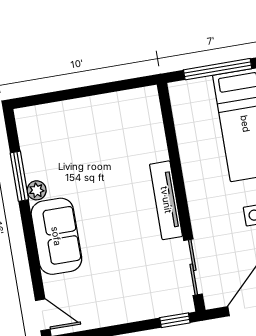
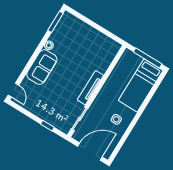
window: (19, 176) -> (55, 22), moved
window: (175, 320) -> (47, 126), moved

